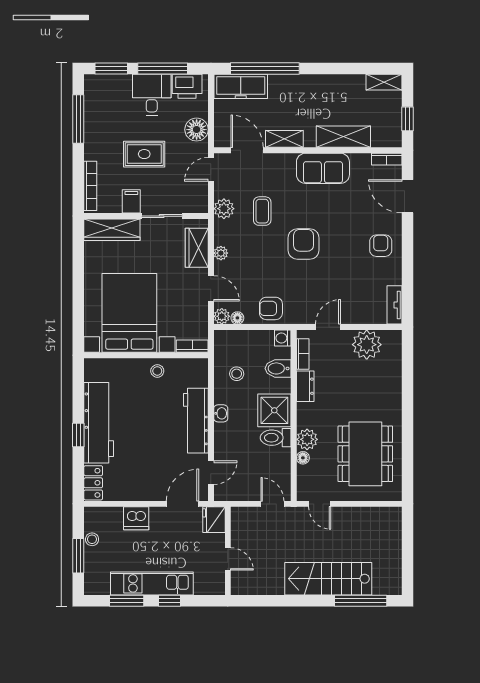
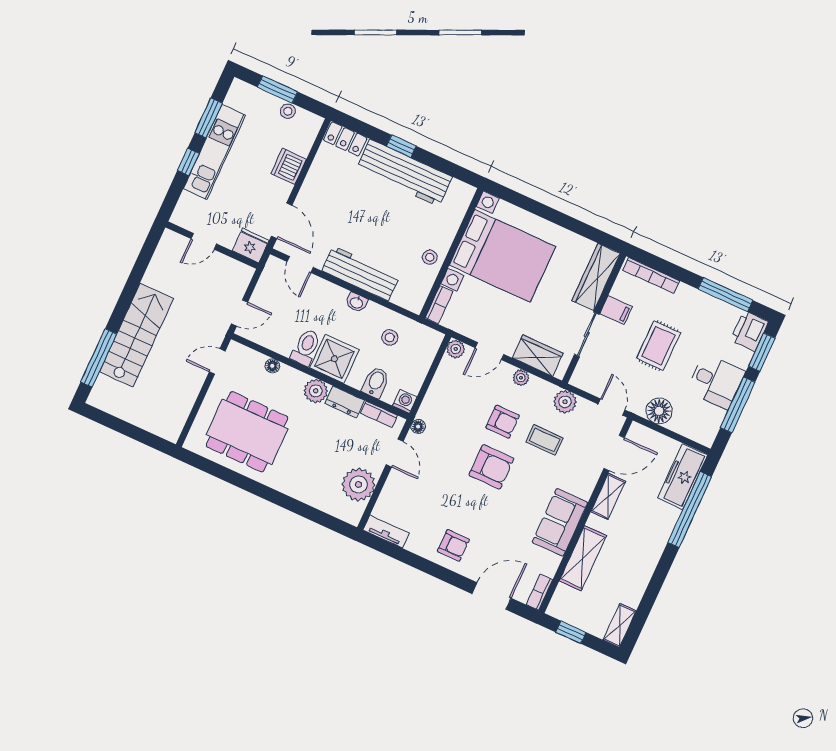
printer: (187, 86) -> (749, 331), moved
armchair: (271, 308) -> (503, 422), moved, turned 90
floor lamp: (237, 318) -> (418, 427), moved
plant: (307, 439) -> (316, 391), moved

